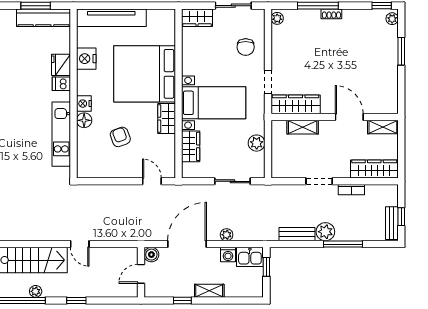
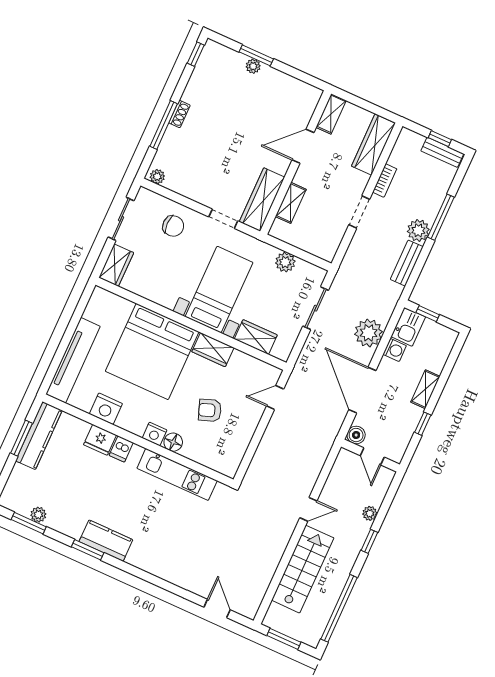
plant: (392, 19) -> (253, 66), moved
plant: (227, 235) -> (369, 333), width x1.87, depth x1.87
plant: (36, 291) -> (370, 513), moved

